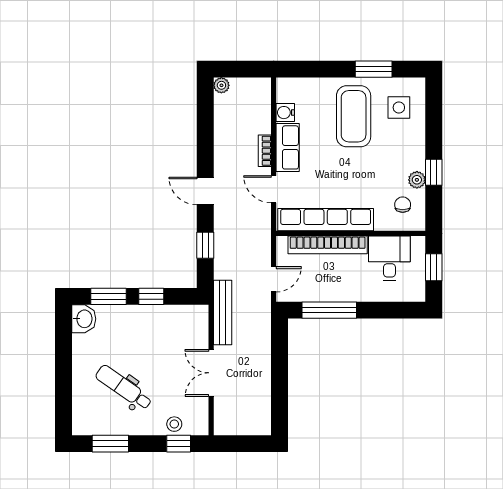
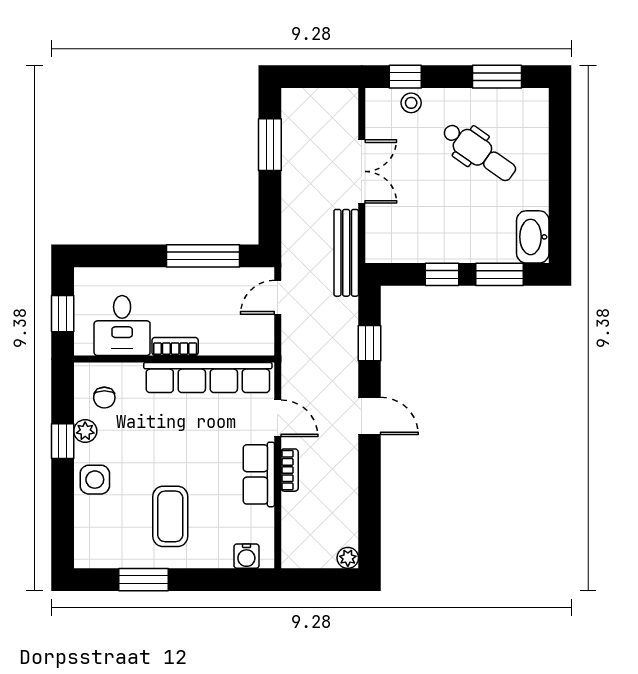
side table: (399, 108) -> (95, 480), moved
water cooler: (285, 113) -> (246, 556), moved, turned 90
coffee table: (354, 116) -> (170, 516), width x0.73, depth x0.76
bookcase: (328, 245) -> (175, 346), width x0.43, depth x0.76
washbasin: (84, 319) -> (533, 237), width x1.38
window: (279, 393) -> (270, 145), added

